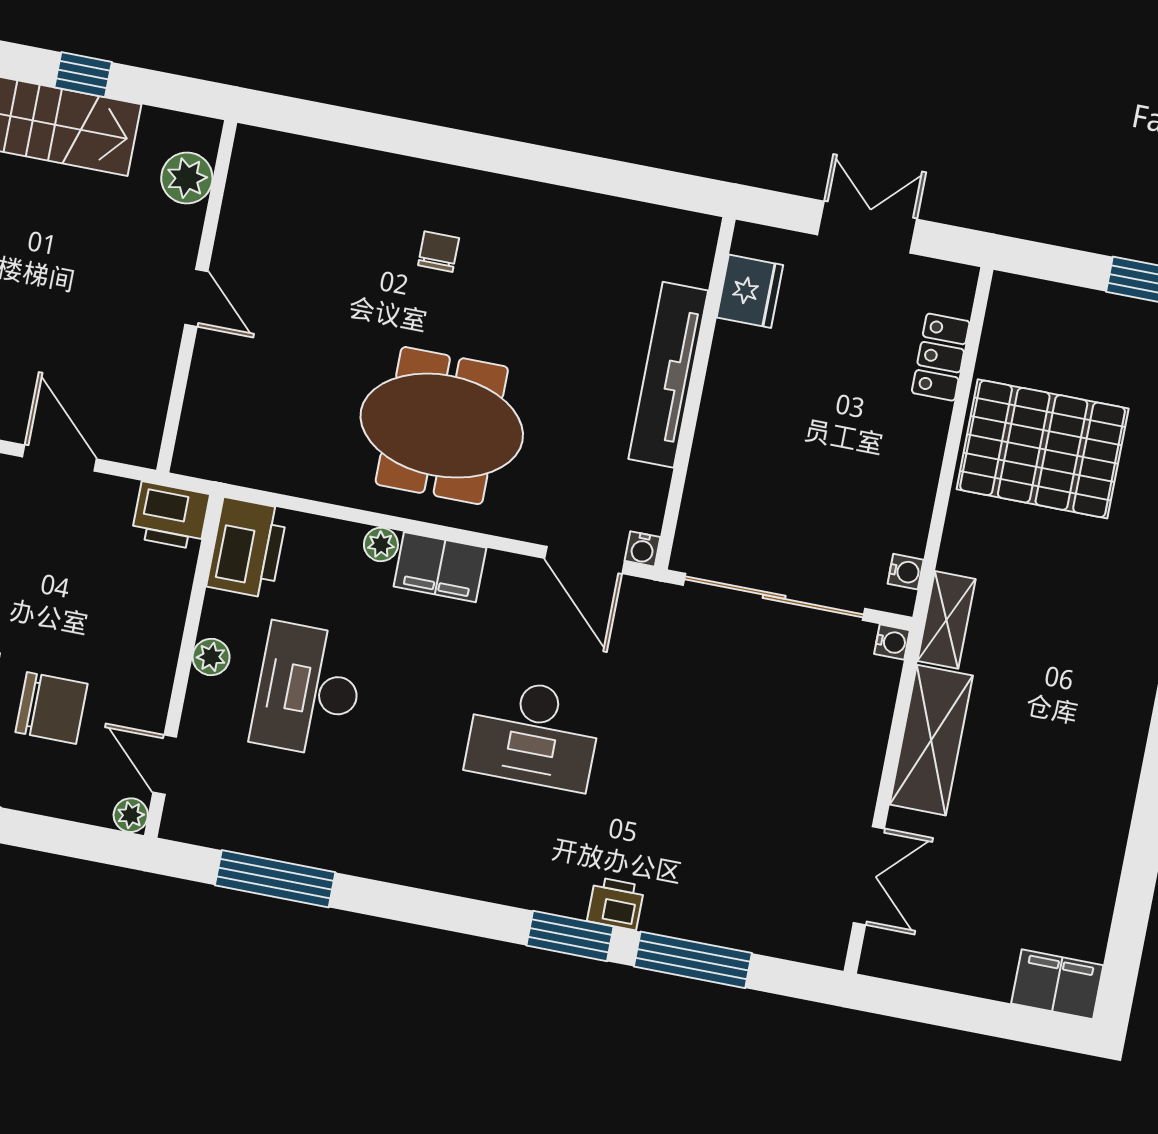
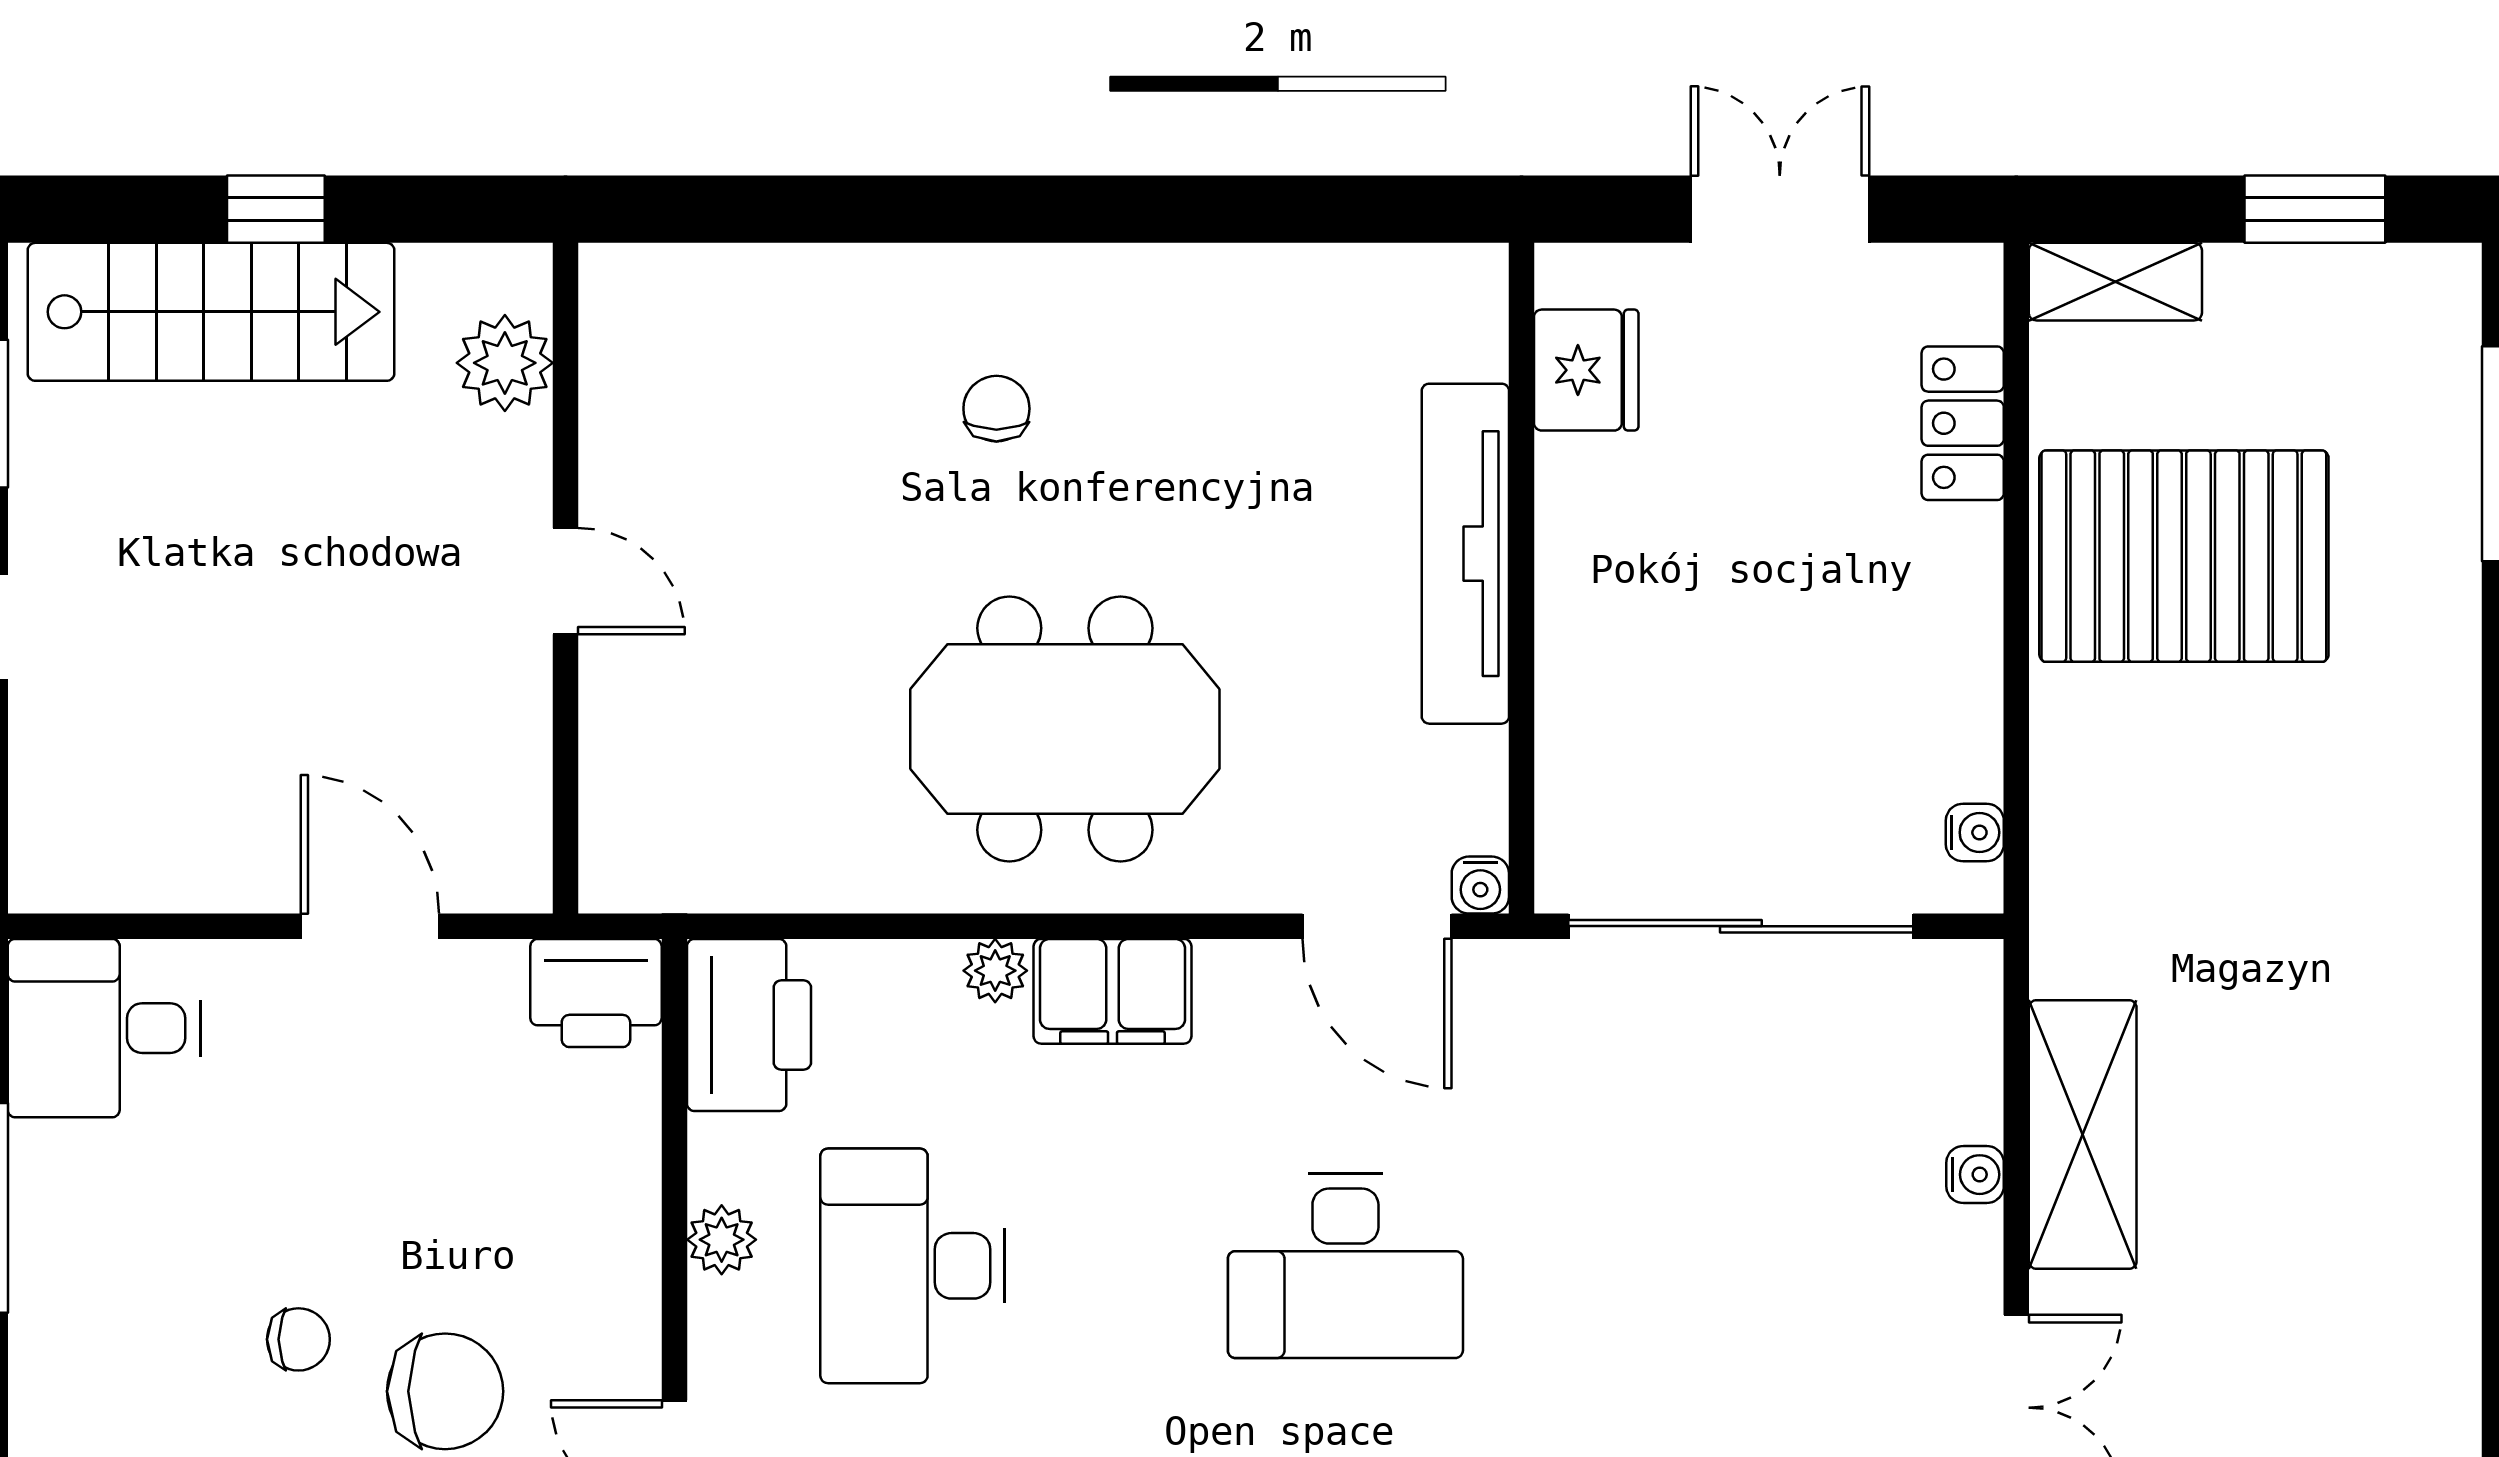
shelving: (947, 620) -> (2115, 282), moved, turned 90
water cooler: (892, 642) -> (1975, 1175), moved

